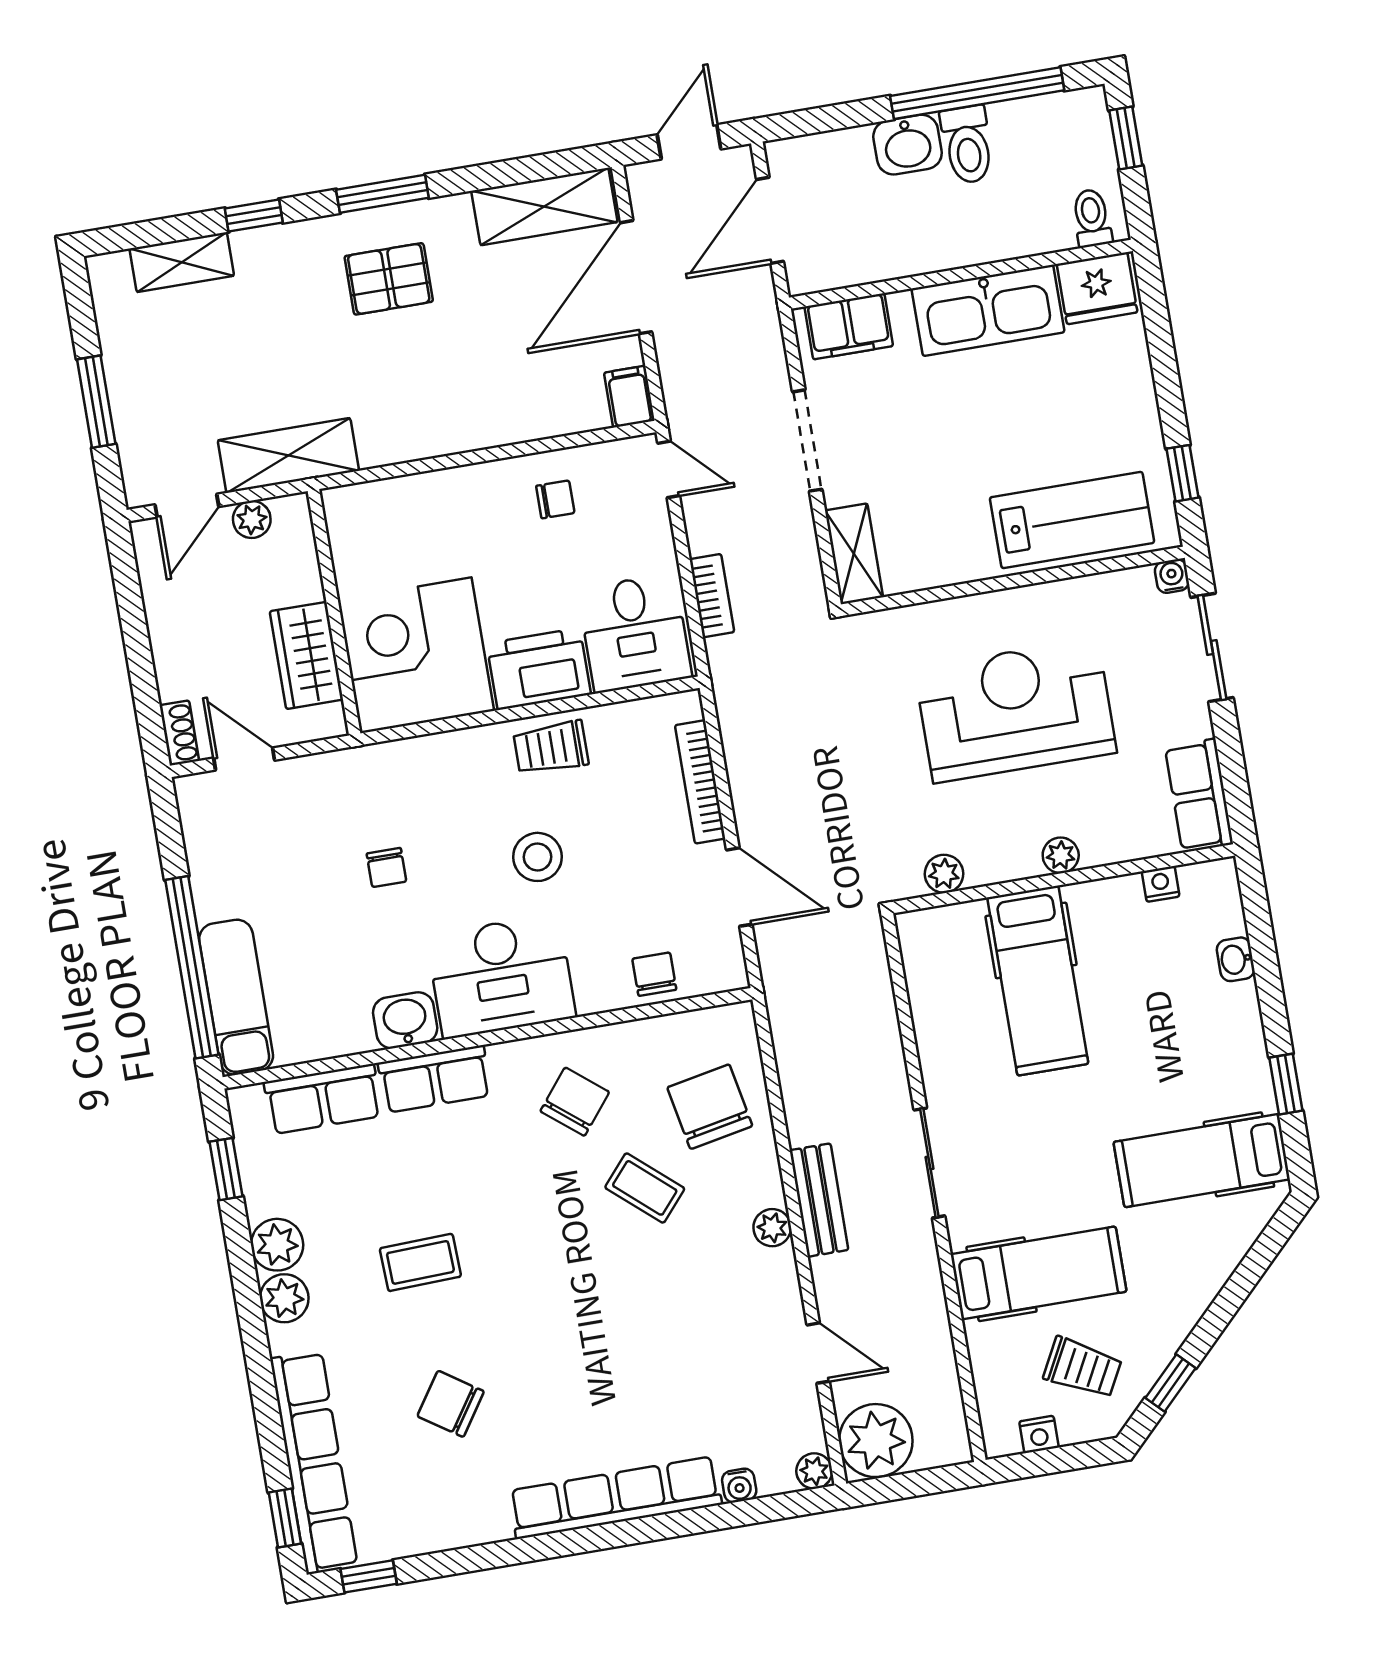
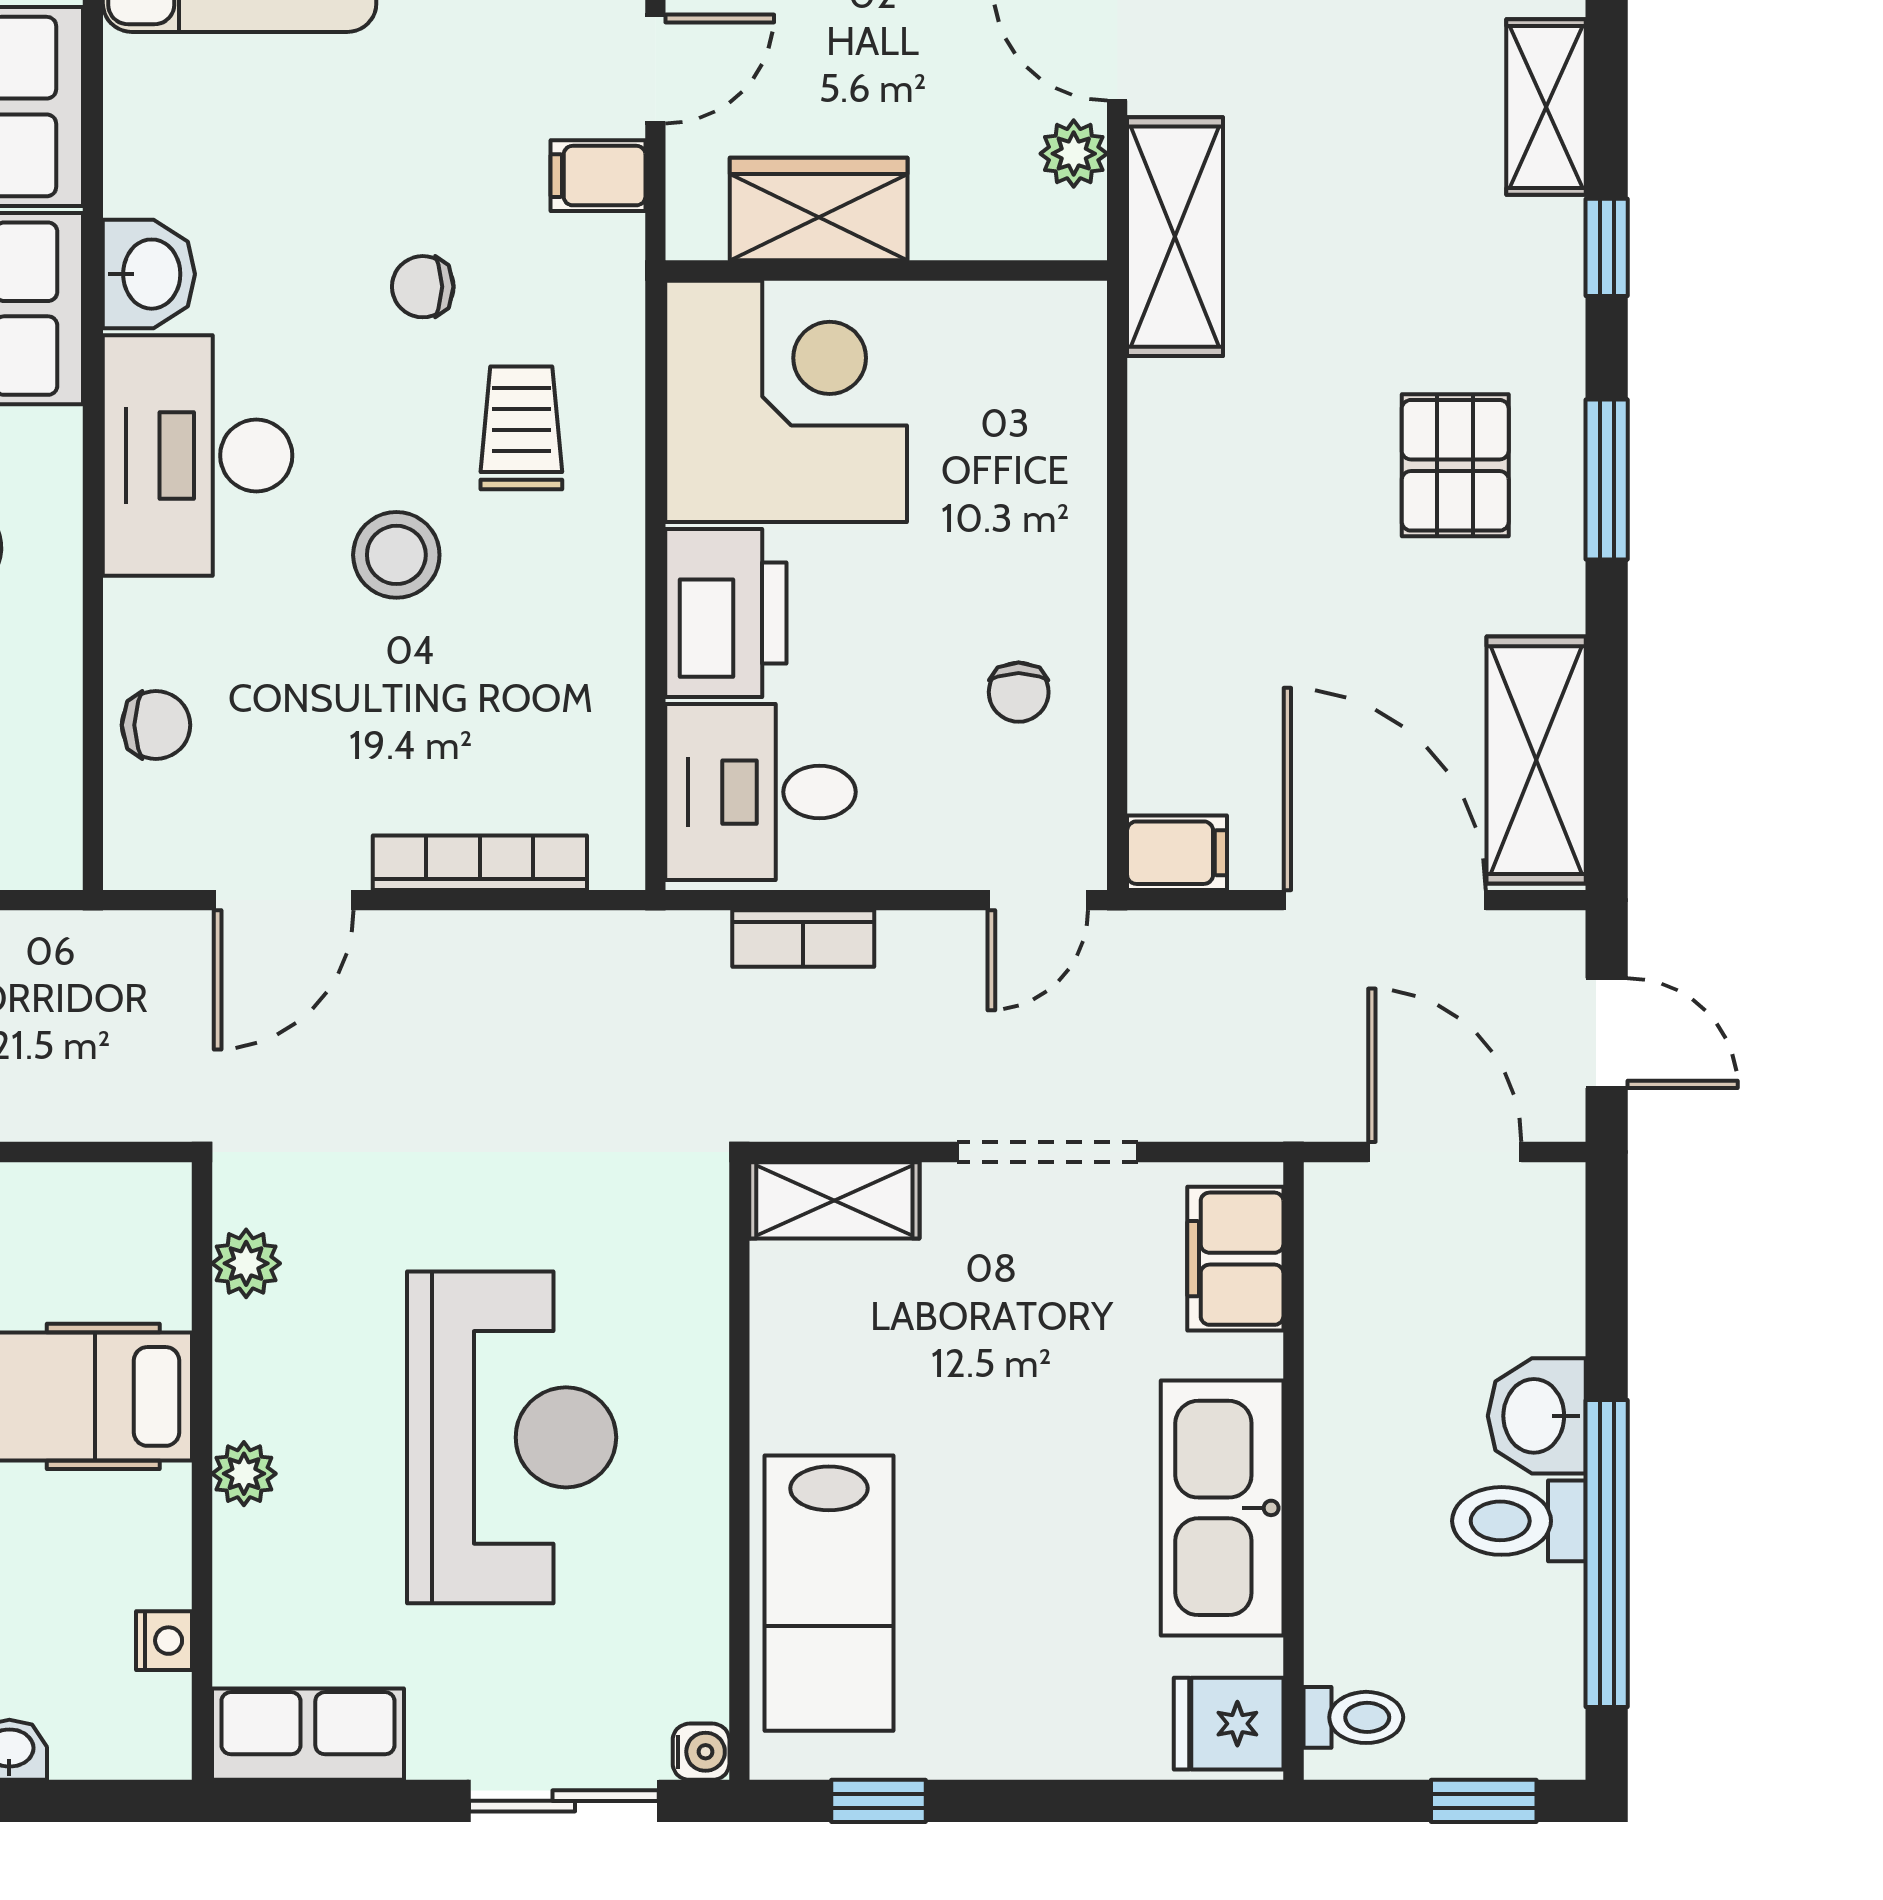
fridge: (1097, 288) -> (1229, 1724), width x0.72
trolley: (551, 748) -> (521, 428), moved
filing cabinet: (309, 781) -> (598, 176), added

